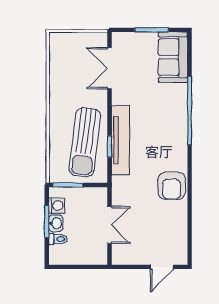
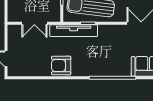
tv unit: (120, 140) -> (74, 31), moved

